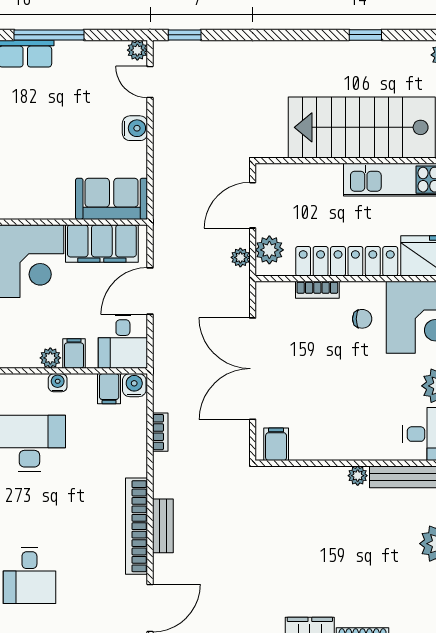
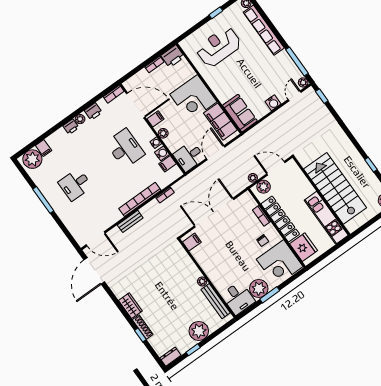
window: (49, 35) -> (297, 62), moved
door: (150, 291) -> (216, 153), hinge flipped
filing cabinet: (74, 353) -> (155, 119), moved
water cooler: (134, 385) -> (162, 153), moved
bookcase: (136, 526) -> (140, 199), moved

